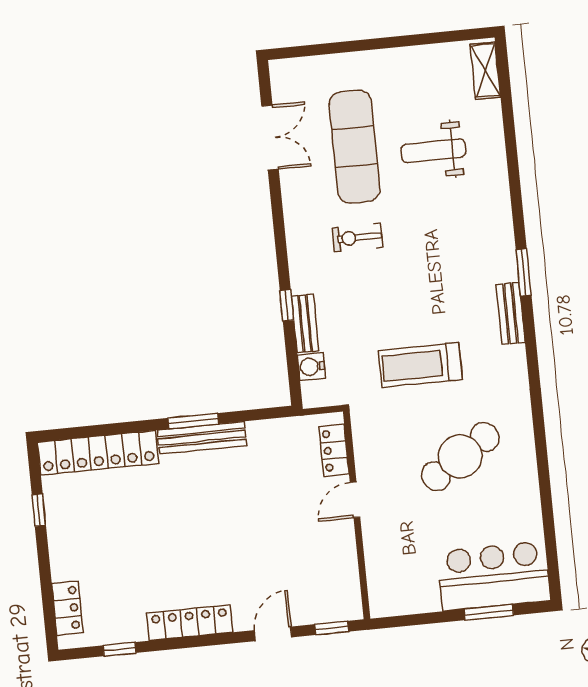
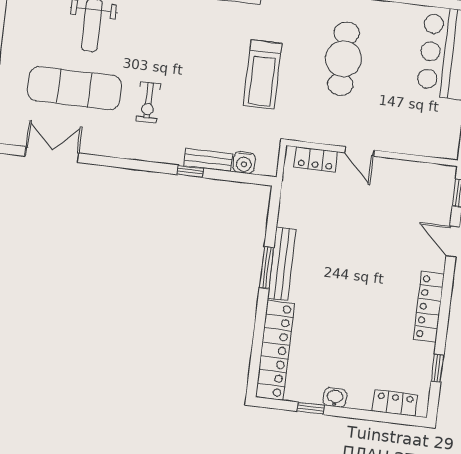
cafe table: (460, 457) -> (343, 59), turned 33
washbasin: (58, 536) -> (335, 398), added

